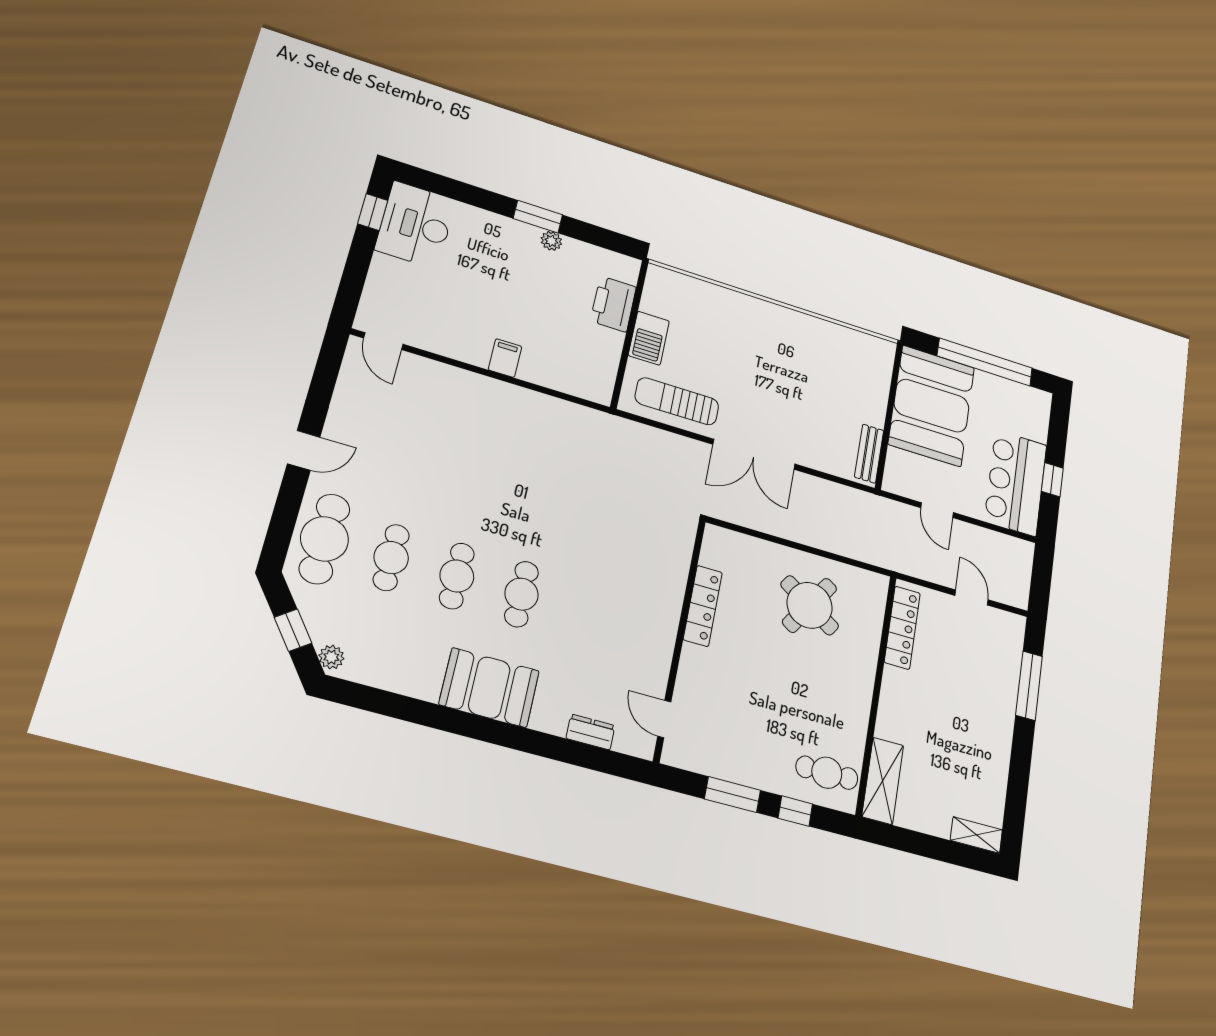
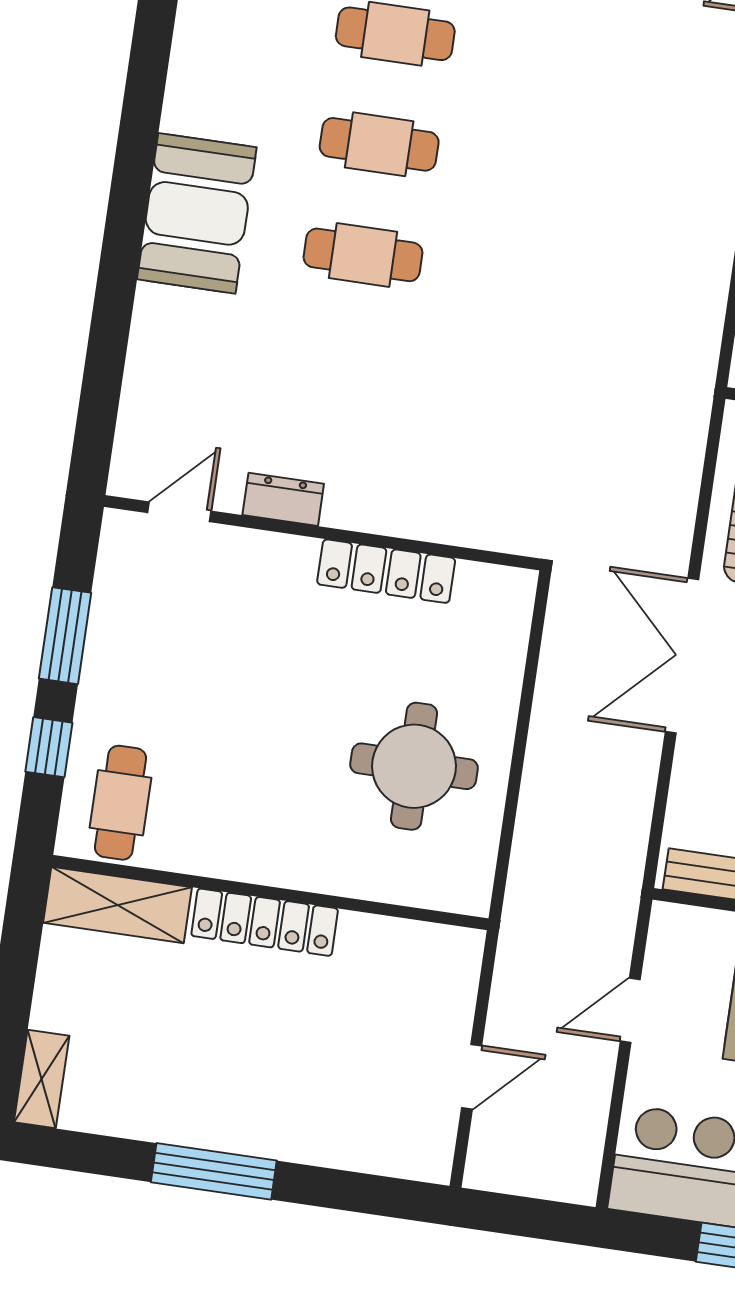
round table: (810, 605) -> (414, 766), turned -33
locker: (902, 628) -> (265, 922), moved
window: (1029, 686) -> (214, 1171), moved
dresser: (591, 732) -> (283, 499), moved, turned -90

